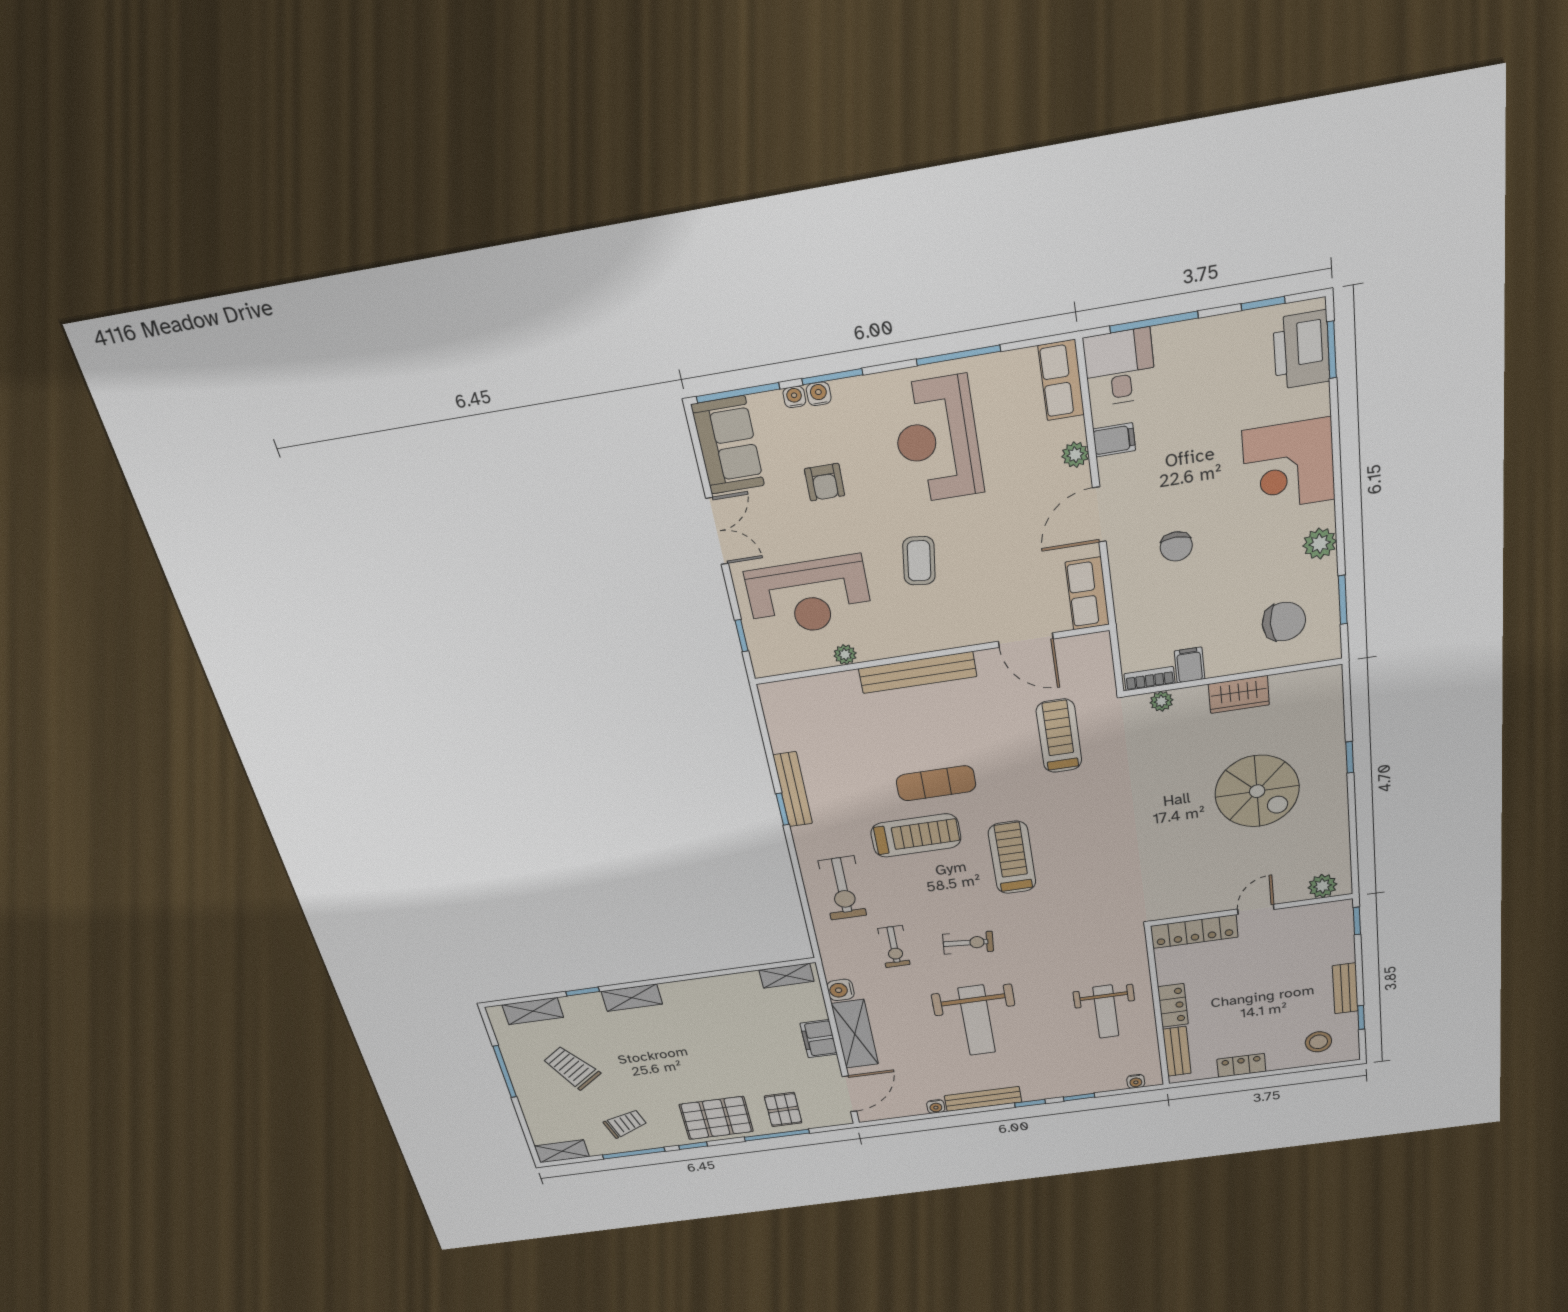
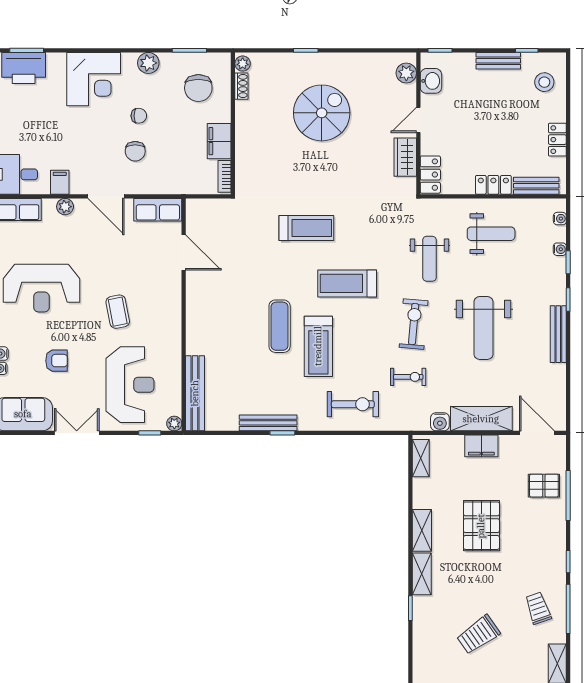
chair: (1234, 543) -> (139, 116), added
chair: (1176, 546) -> (135, 151), turned 90
coffee table: (919, 561) -> (118, 312), turned 72
chair: (1284, 622) -> (198, 88), turned 180
door: (1026, 640) -> (184, 252), hinge flipped
plant: (845, 655) -> (174, 424), moved
filing cabinet: (1189, 665) -> (219, 141), width x2.00
bench: (918, 673) -> (195, 393), moved
shoe rack: (1291, 680) -> (241, 86), added
wardrobe: (1239, 694) -> (405, 157), moved, turned 180
plant: (1161, 701) -> (243, 64), moved
treadmill: (1059, 736) -> (306, 228), moved, turned 180
treadmill: (916, 835) -> (318, 346), turned 180
door: (1256, 909) -> (418, 120), hinge flipped
washbasin: (1313, 916) -> (431, 81), added
locker: (1194, 932) -> (430, 175), width x0.66
exercise bike: (968, 943) -> (414, 324), width x1.38, depth x1.39
weight bench: (1062, 948) -> (429, 259), added
shelving: (533, 1011) -> (422, 530), moved
weight bench: (977, 1020) -> (483, 328), turned 90
water cooler: (936, 1107) -> (560, 249), moved
pallet: (716, 1118) -> (481, 526), moved

